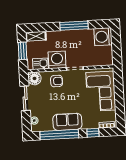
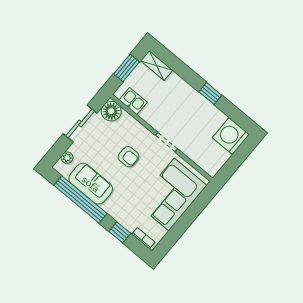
window: (74, 26) -> (210, 93), width x0.46
washing machine: (57, 60) -> (156, 114), removed
armchair: (57, 81) -> (128, 157), moved
sofa: (67, 122) -> (91, 184), moved

